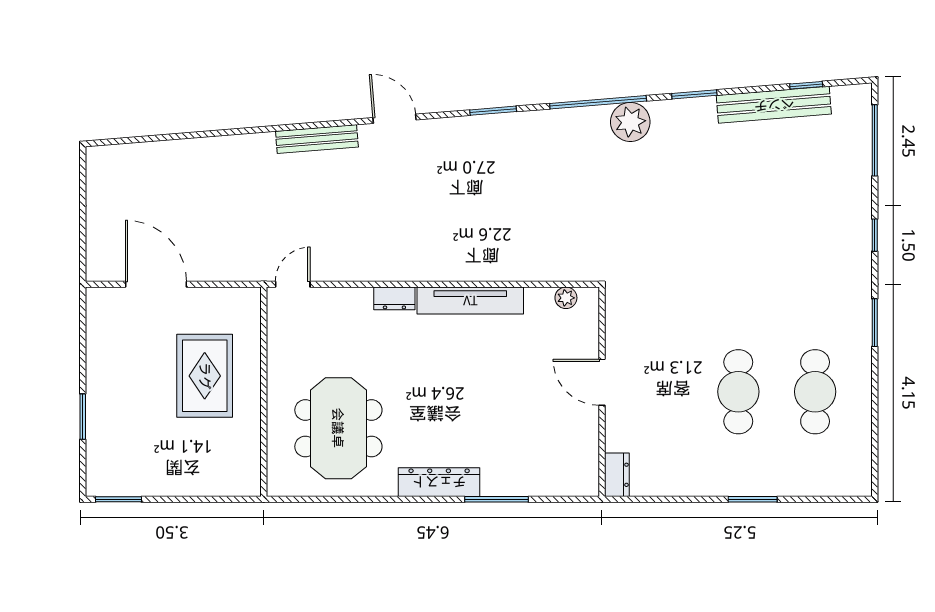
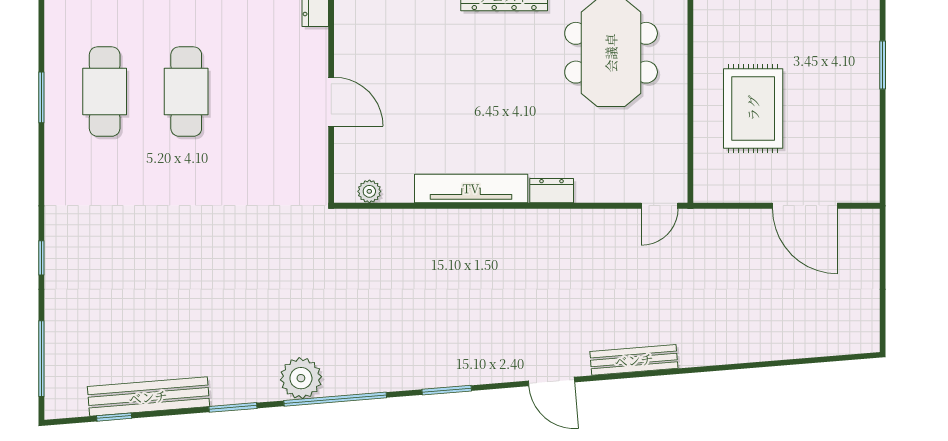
window: (875, 323) -> (41, 97), moved

